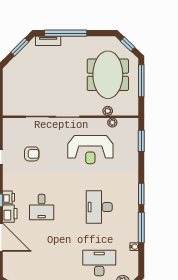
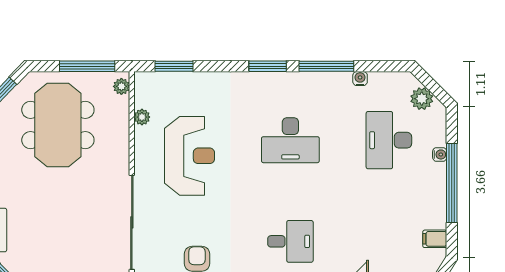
meeting table: (108, 75) -> (58, 125), turned 90
window: (141, 81) -> (87, 66), moved
plant: (108, 111) -> (121, 86), moved

